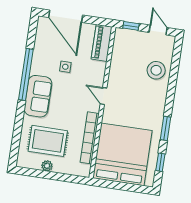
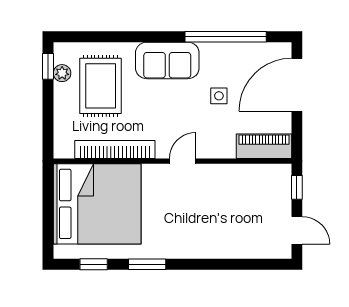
door: (158, 30) -> (297, 230), hinge flipped
stool: (156, 70) -> (234, 236), removed
window: (26, 74) -> (226, 37), moved
plant: (47, 166) -> (62, 73), moved
window: (30, 172) -> (48, 66), added

